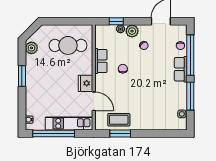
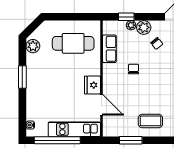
row of seats: (101, 61) -> (109, 49), moved
coffee table: (119, 120) -> (150, 121), moved

